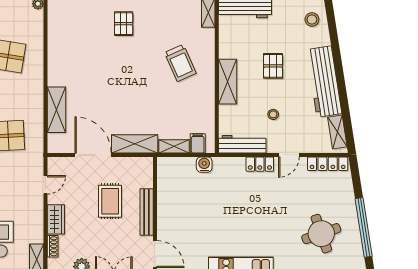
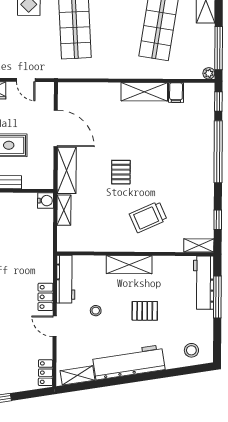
pallet: (124, 24) -> (121, 172), moved, turned 90
shelving: (56, 110) -> (144, 92), moved
filing cabinet: (198, 143) -> (176, 93), moved, turned 90
door: (93, 155) -> (56, 128), hinge flipped
locker: (328, 164) -> (45, 373), width x0.66
water cooler: (204, 165) -> (46, 201), moved

